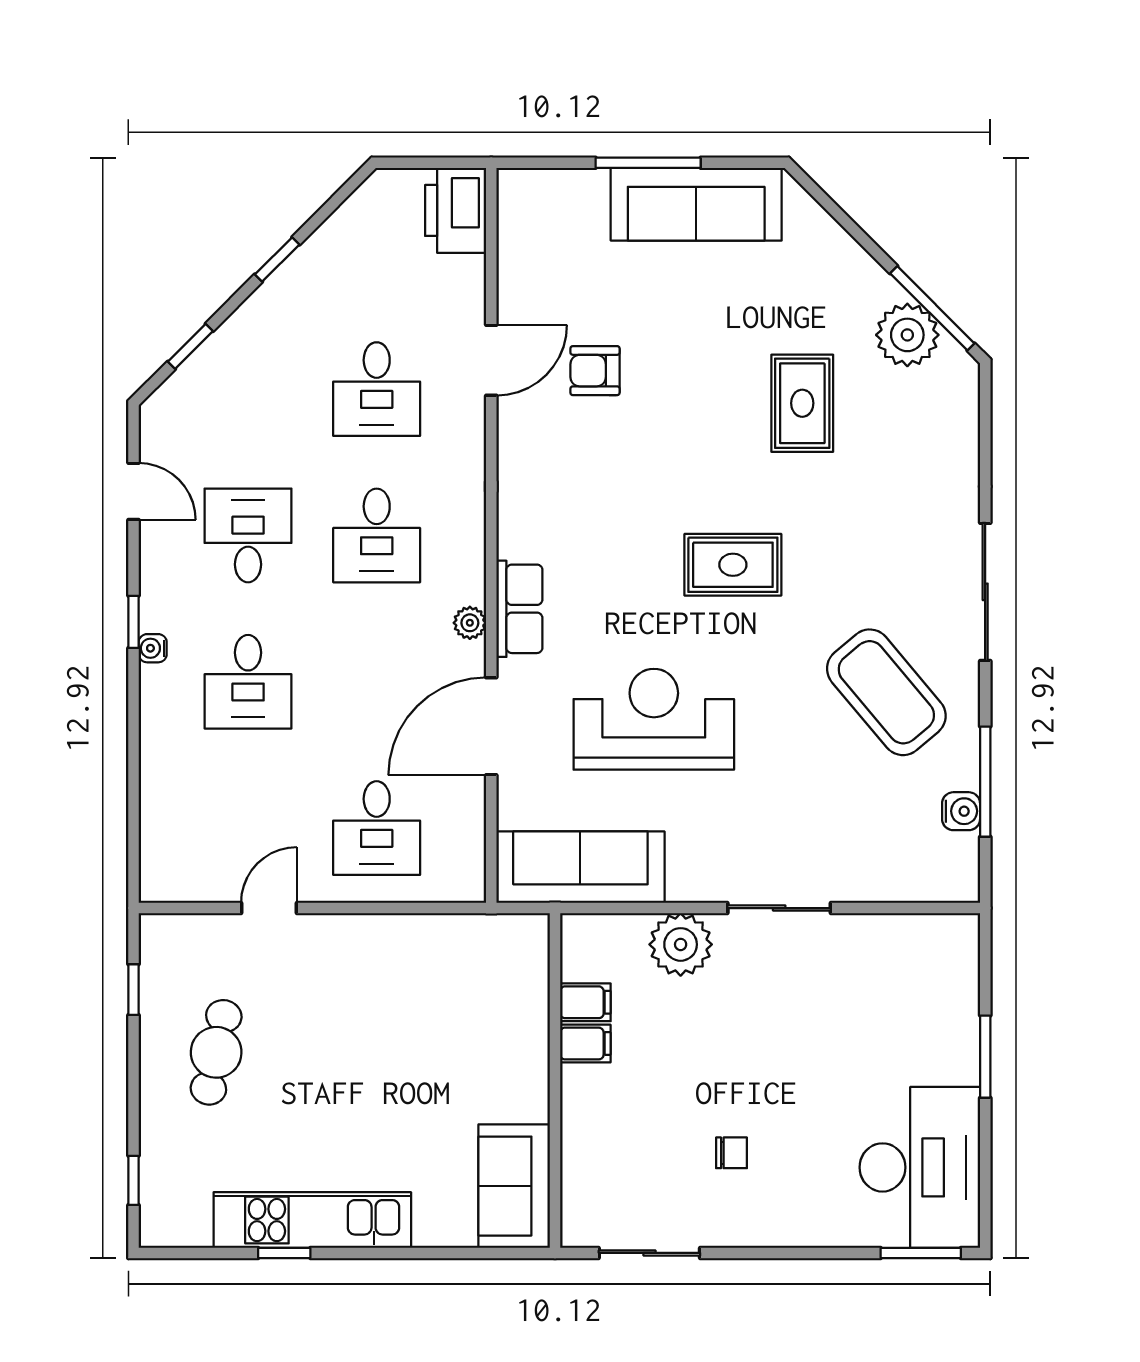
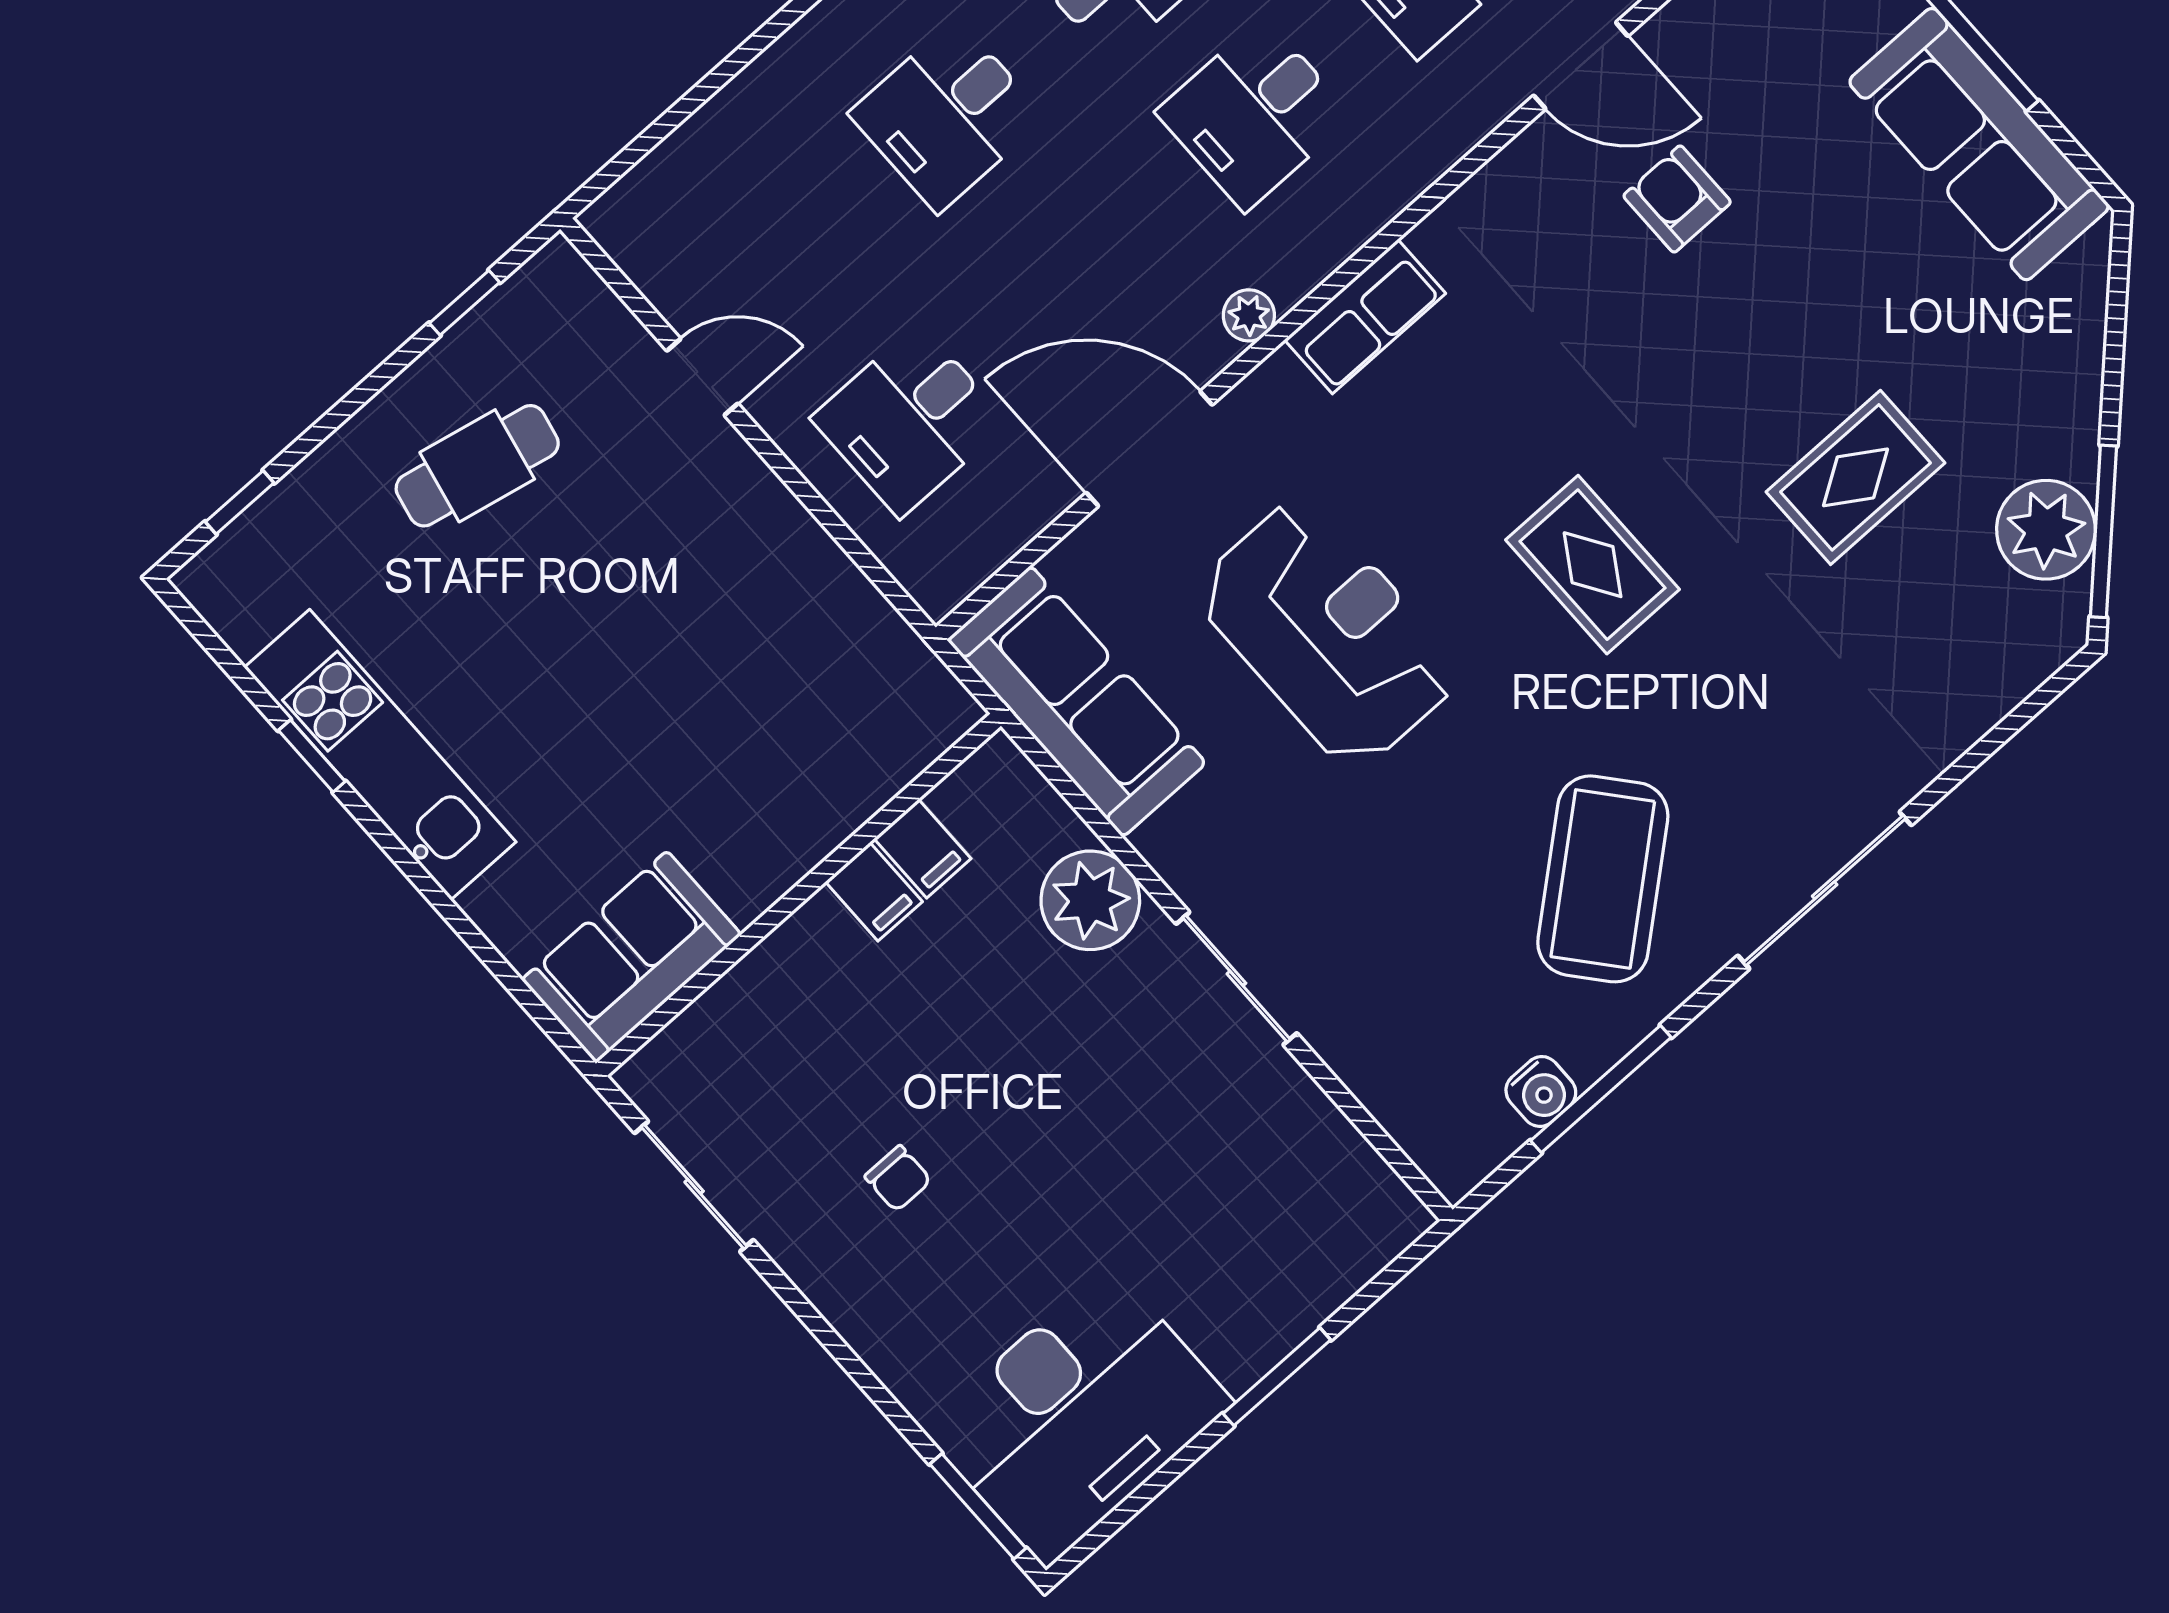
row of seats: (519, 609) -> (1365, 317), moved

